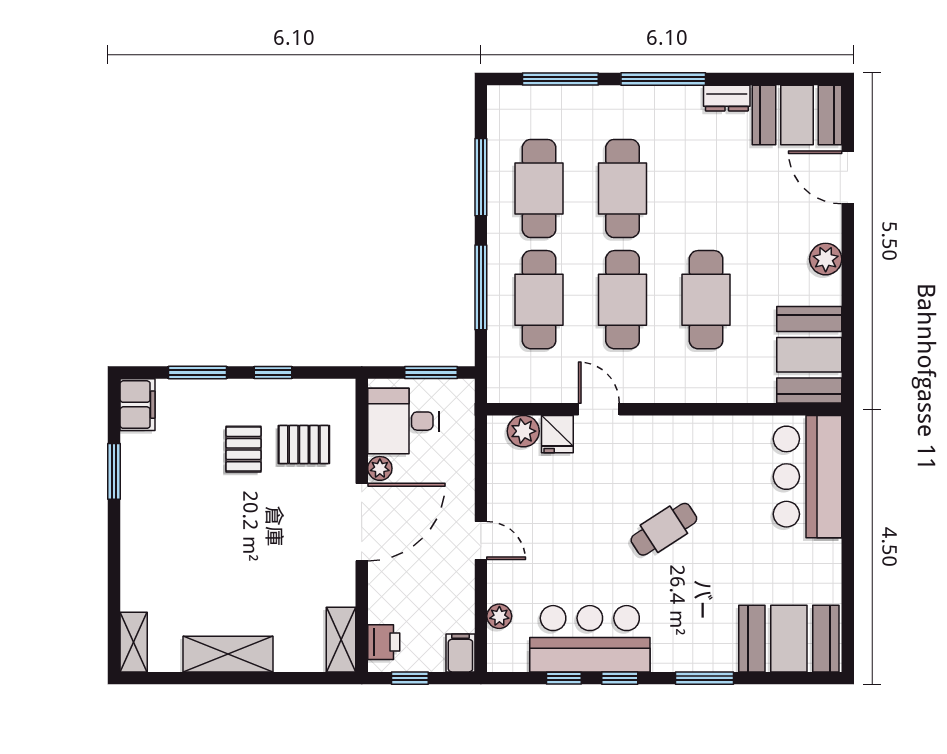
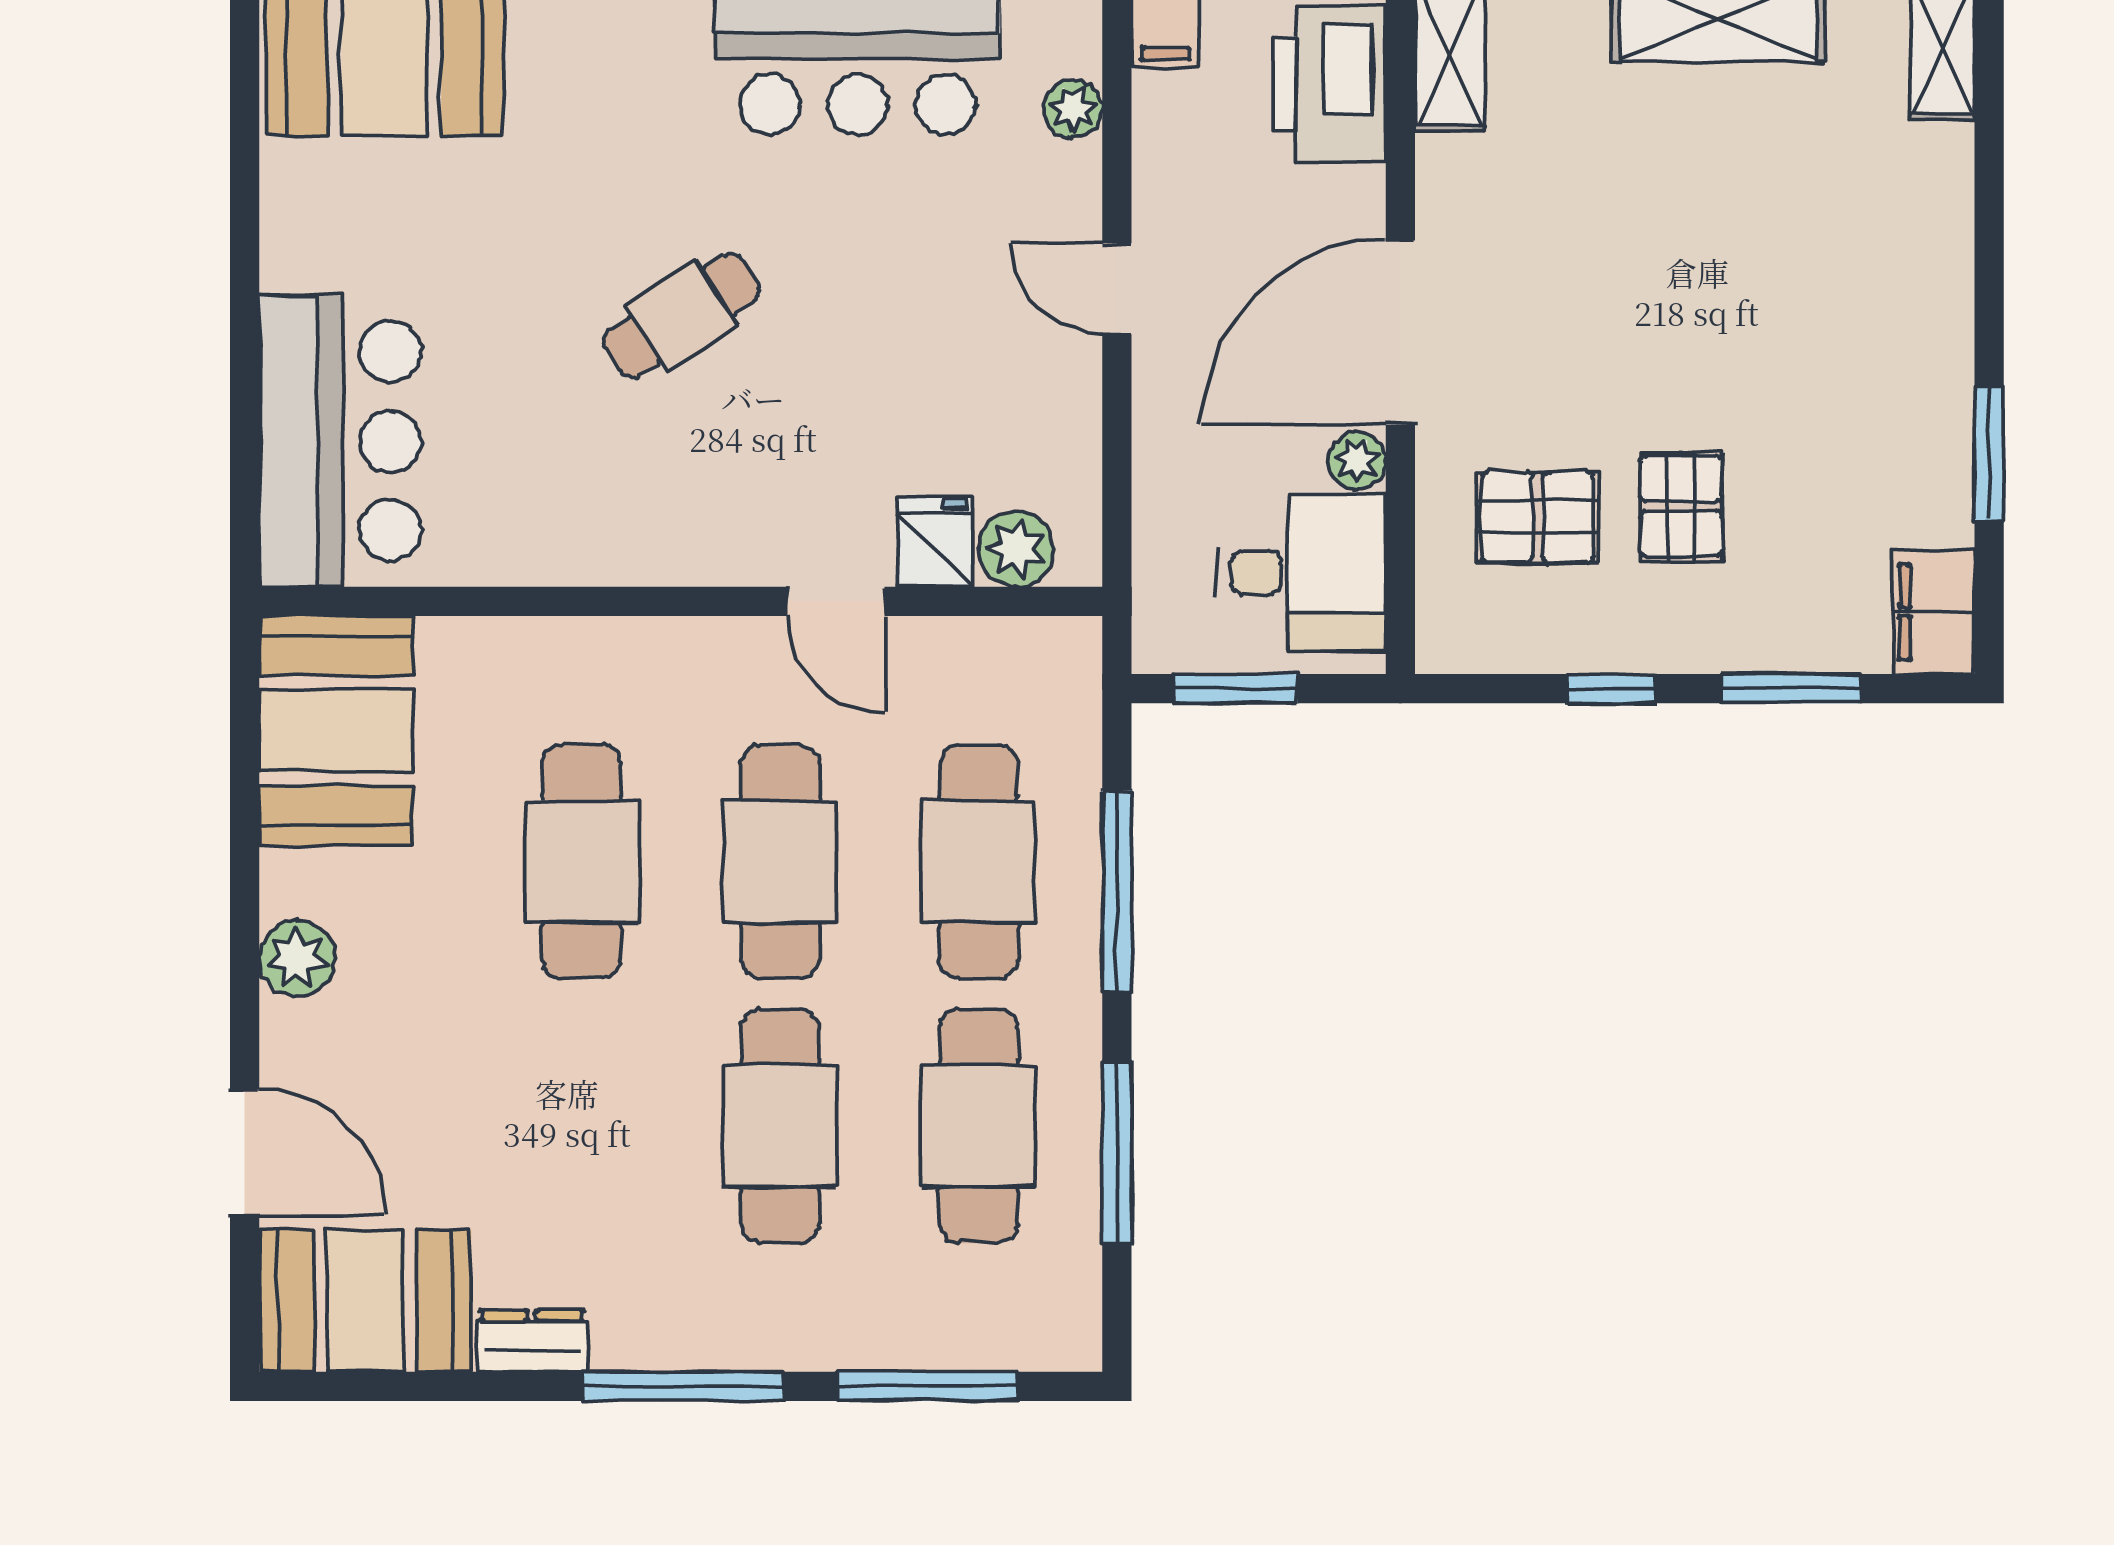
printer: (384, 642) -> (1330, 84), width x1.87, depth x1.48

